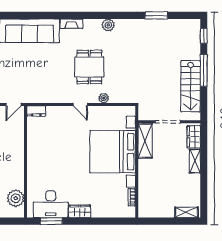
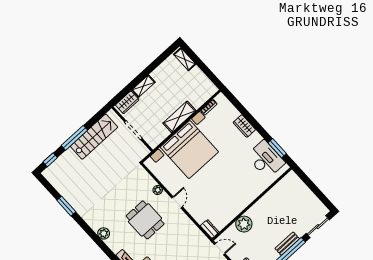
dining table: (89, 67) -> (145, 220), turned 90
shelving: (145, 141) -> (179, 117), moved
plant: (16, 198) -> (244, 224), moved
wardrobe: (80, 211) -> (244, 126), moved

